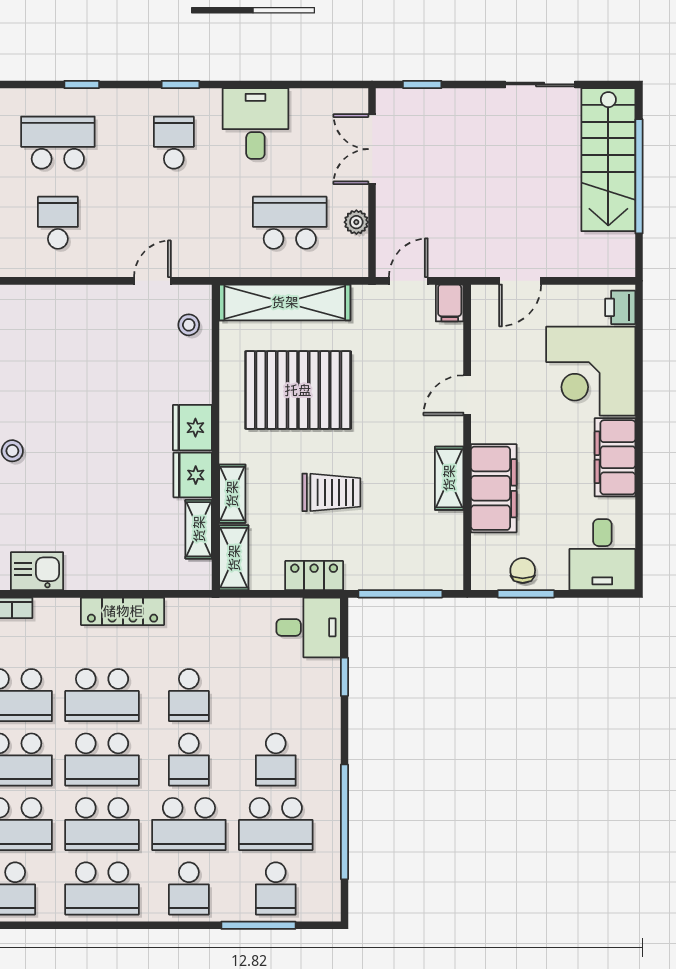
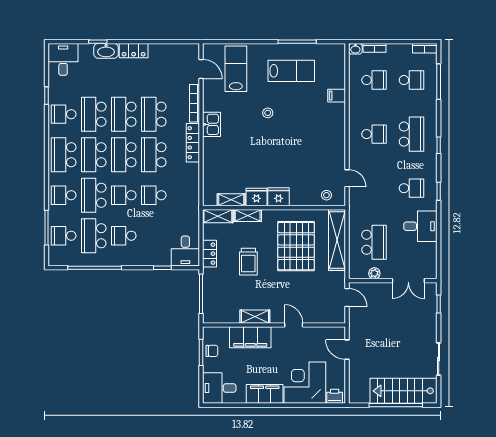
double door: (372, 149) -> (408, 281), swing flipped
filing cabinet: (450, 303) -> (337, 317), removed
locker: (123, 611) -> (193, 143), moved

